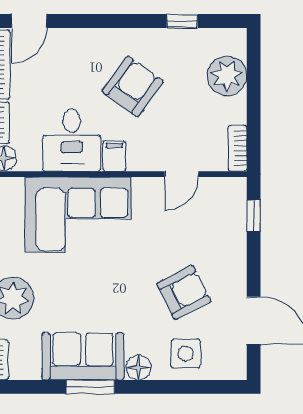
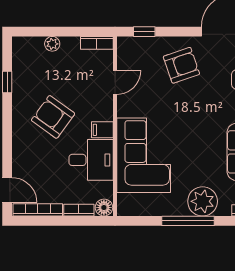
plant: (227, 76) -> (52, 44), width x0.53, depth x0.53
door: (182, 174) -> (115, 82), hinge flipped
armchair: (184, 292) -> (181, 65), moved, turned 98

